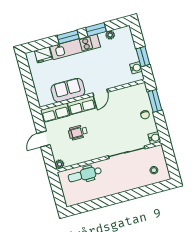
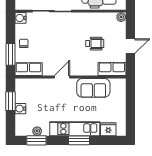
window: (96, 30) -> (36, 140), moved
water cooler: (136, 68) -> (20, 109), moved
row of seats: (82, 105) -> (29, 69), moved

